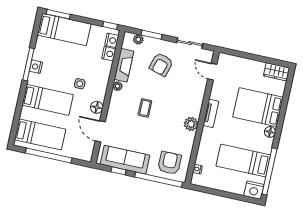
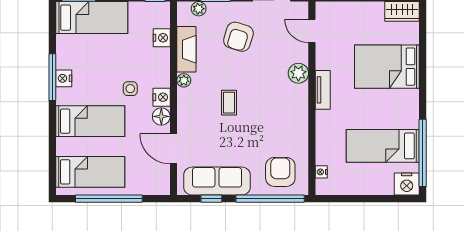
nightstand: (112, 40) -> (162, 97), moved
plant: (191, 124) -> (298, 73), moved
floor lamp: (270, 132) -> (411, 98), removed

